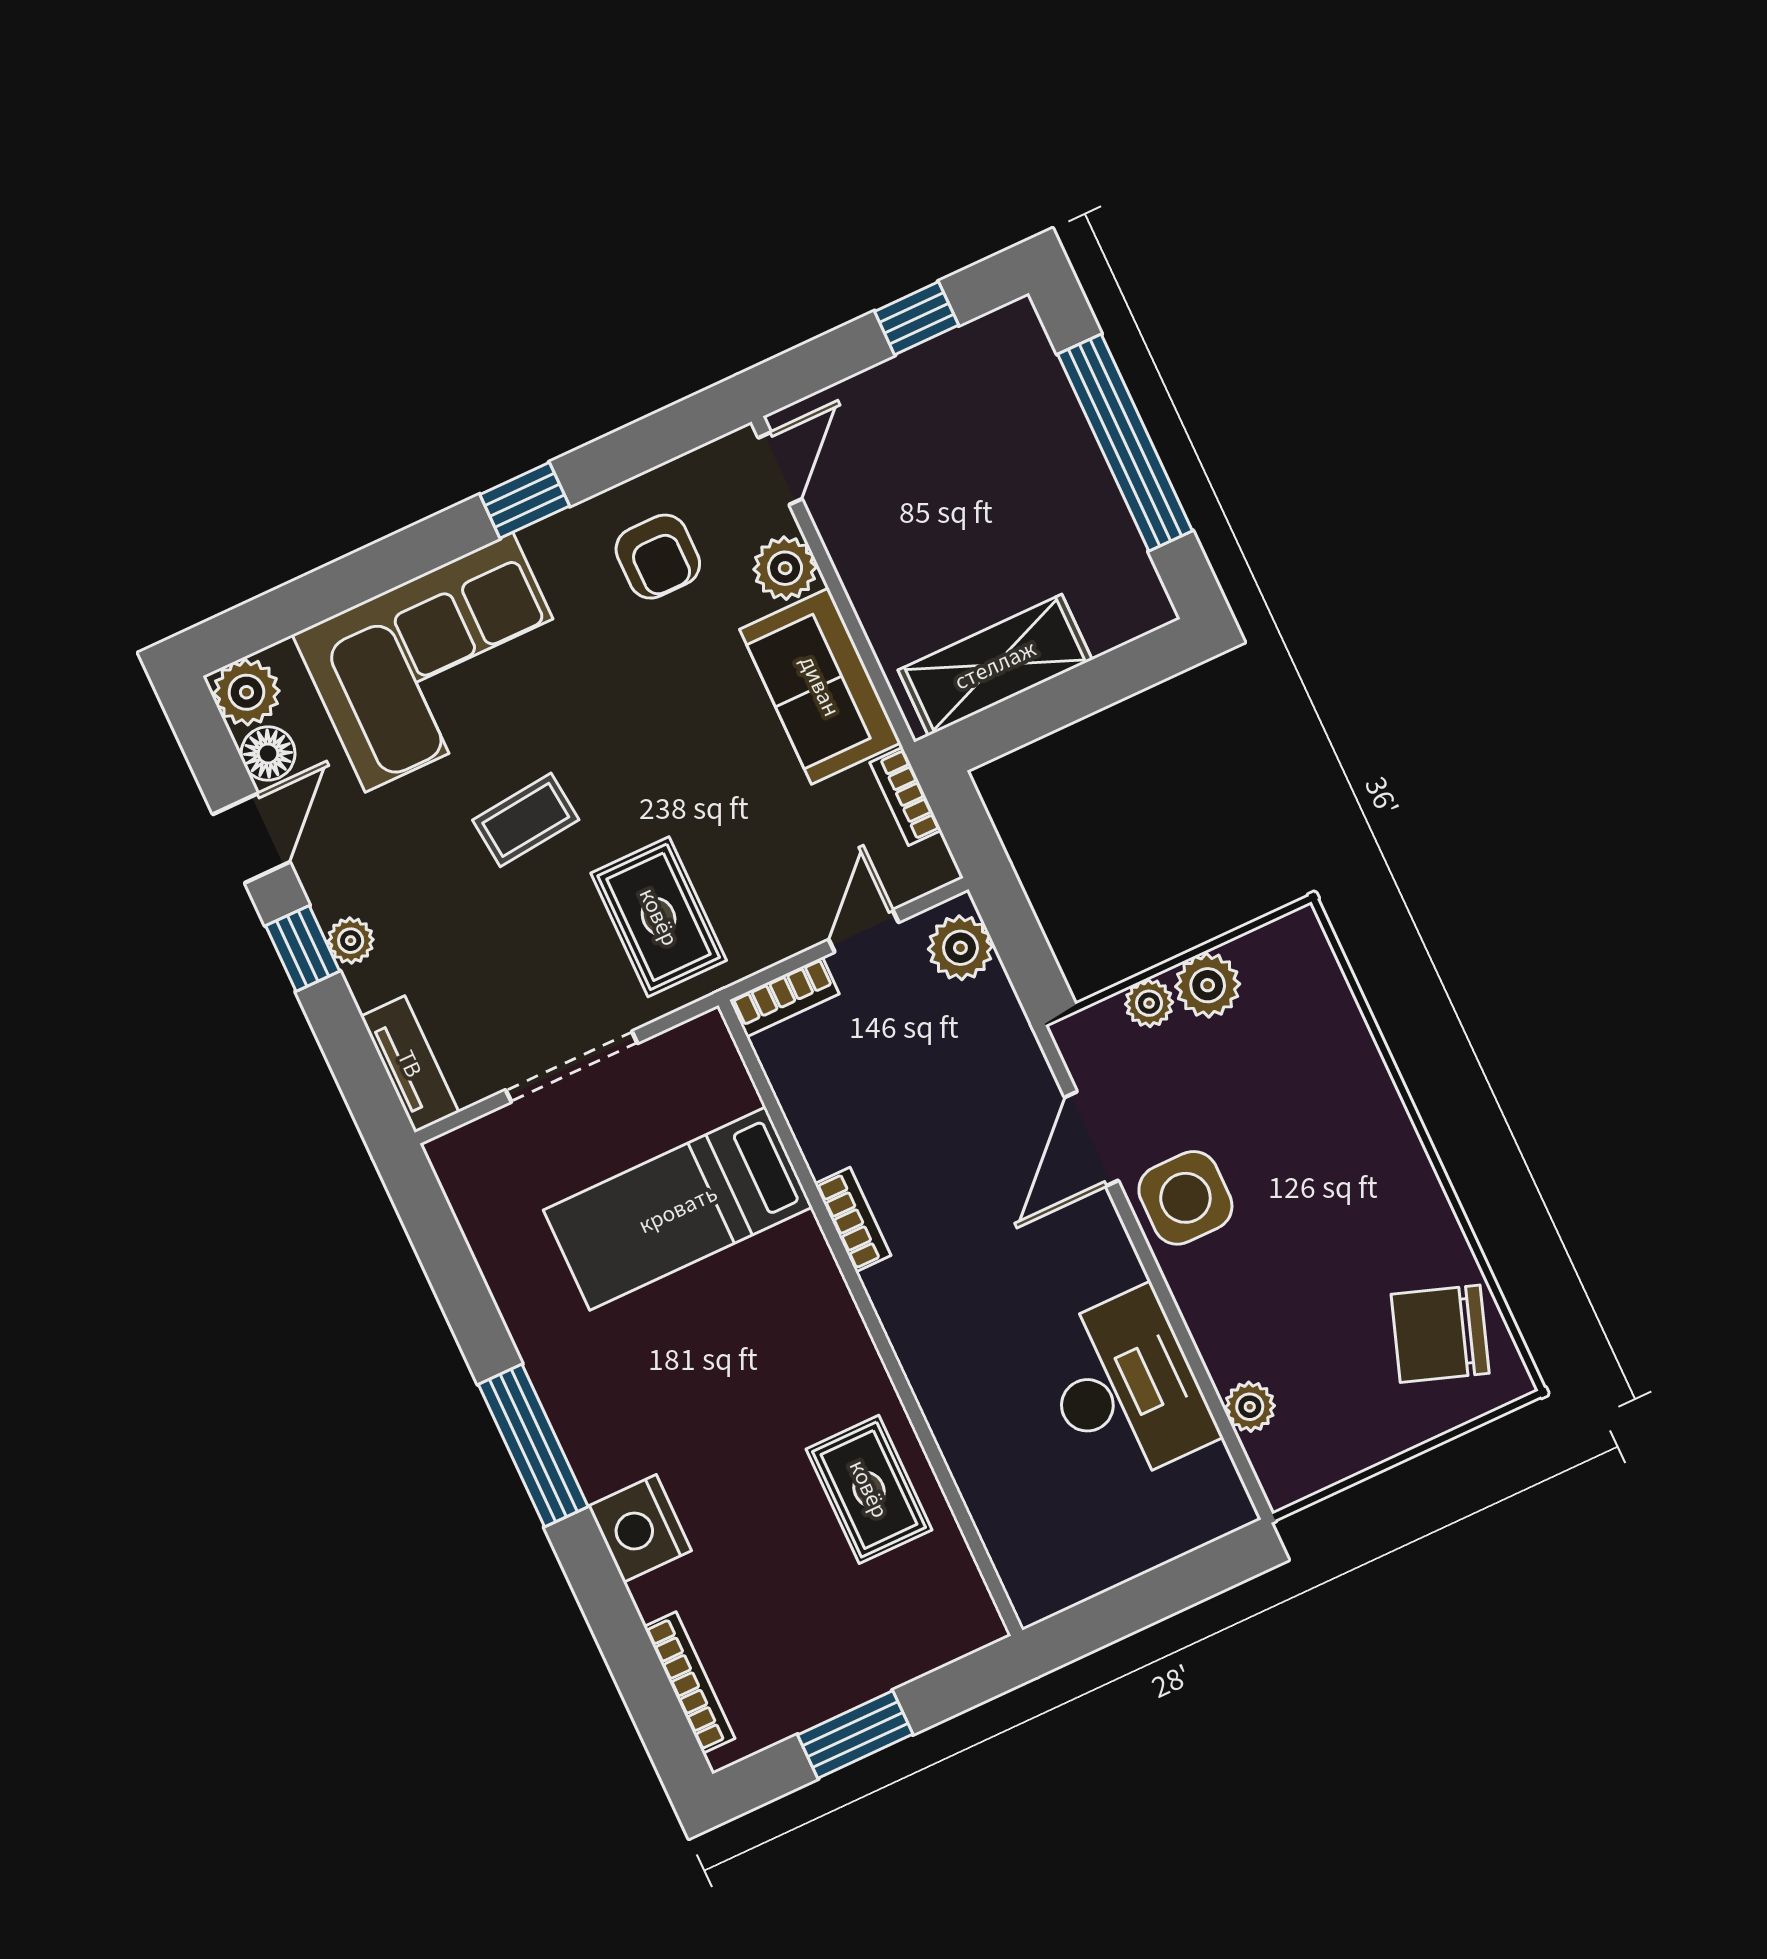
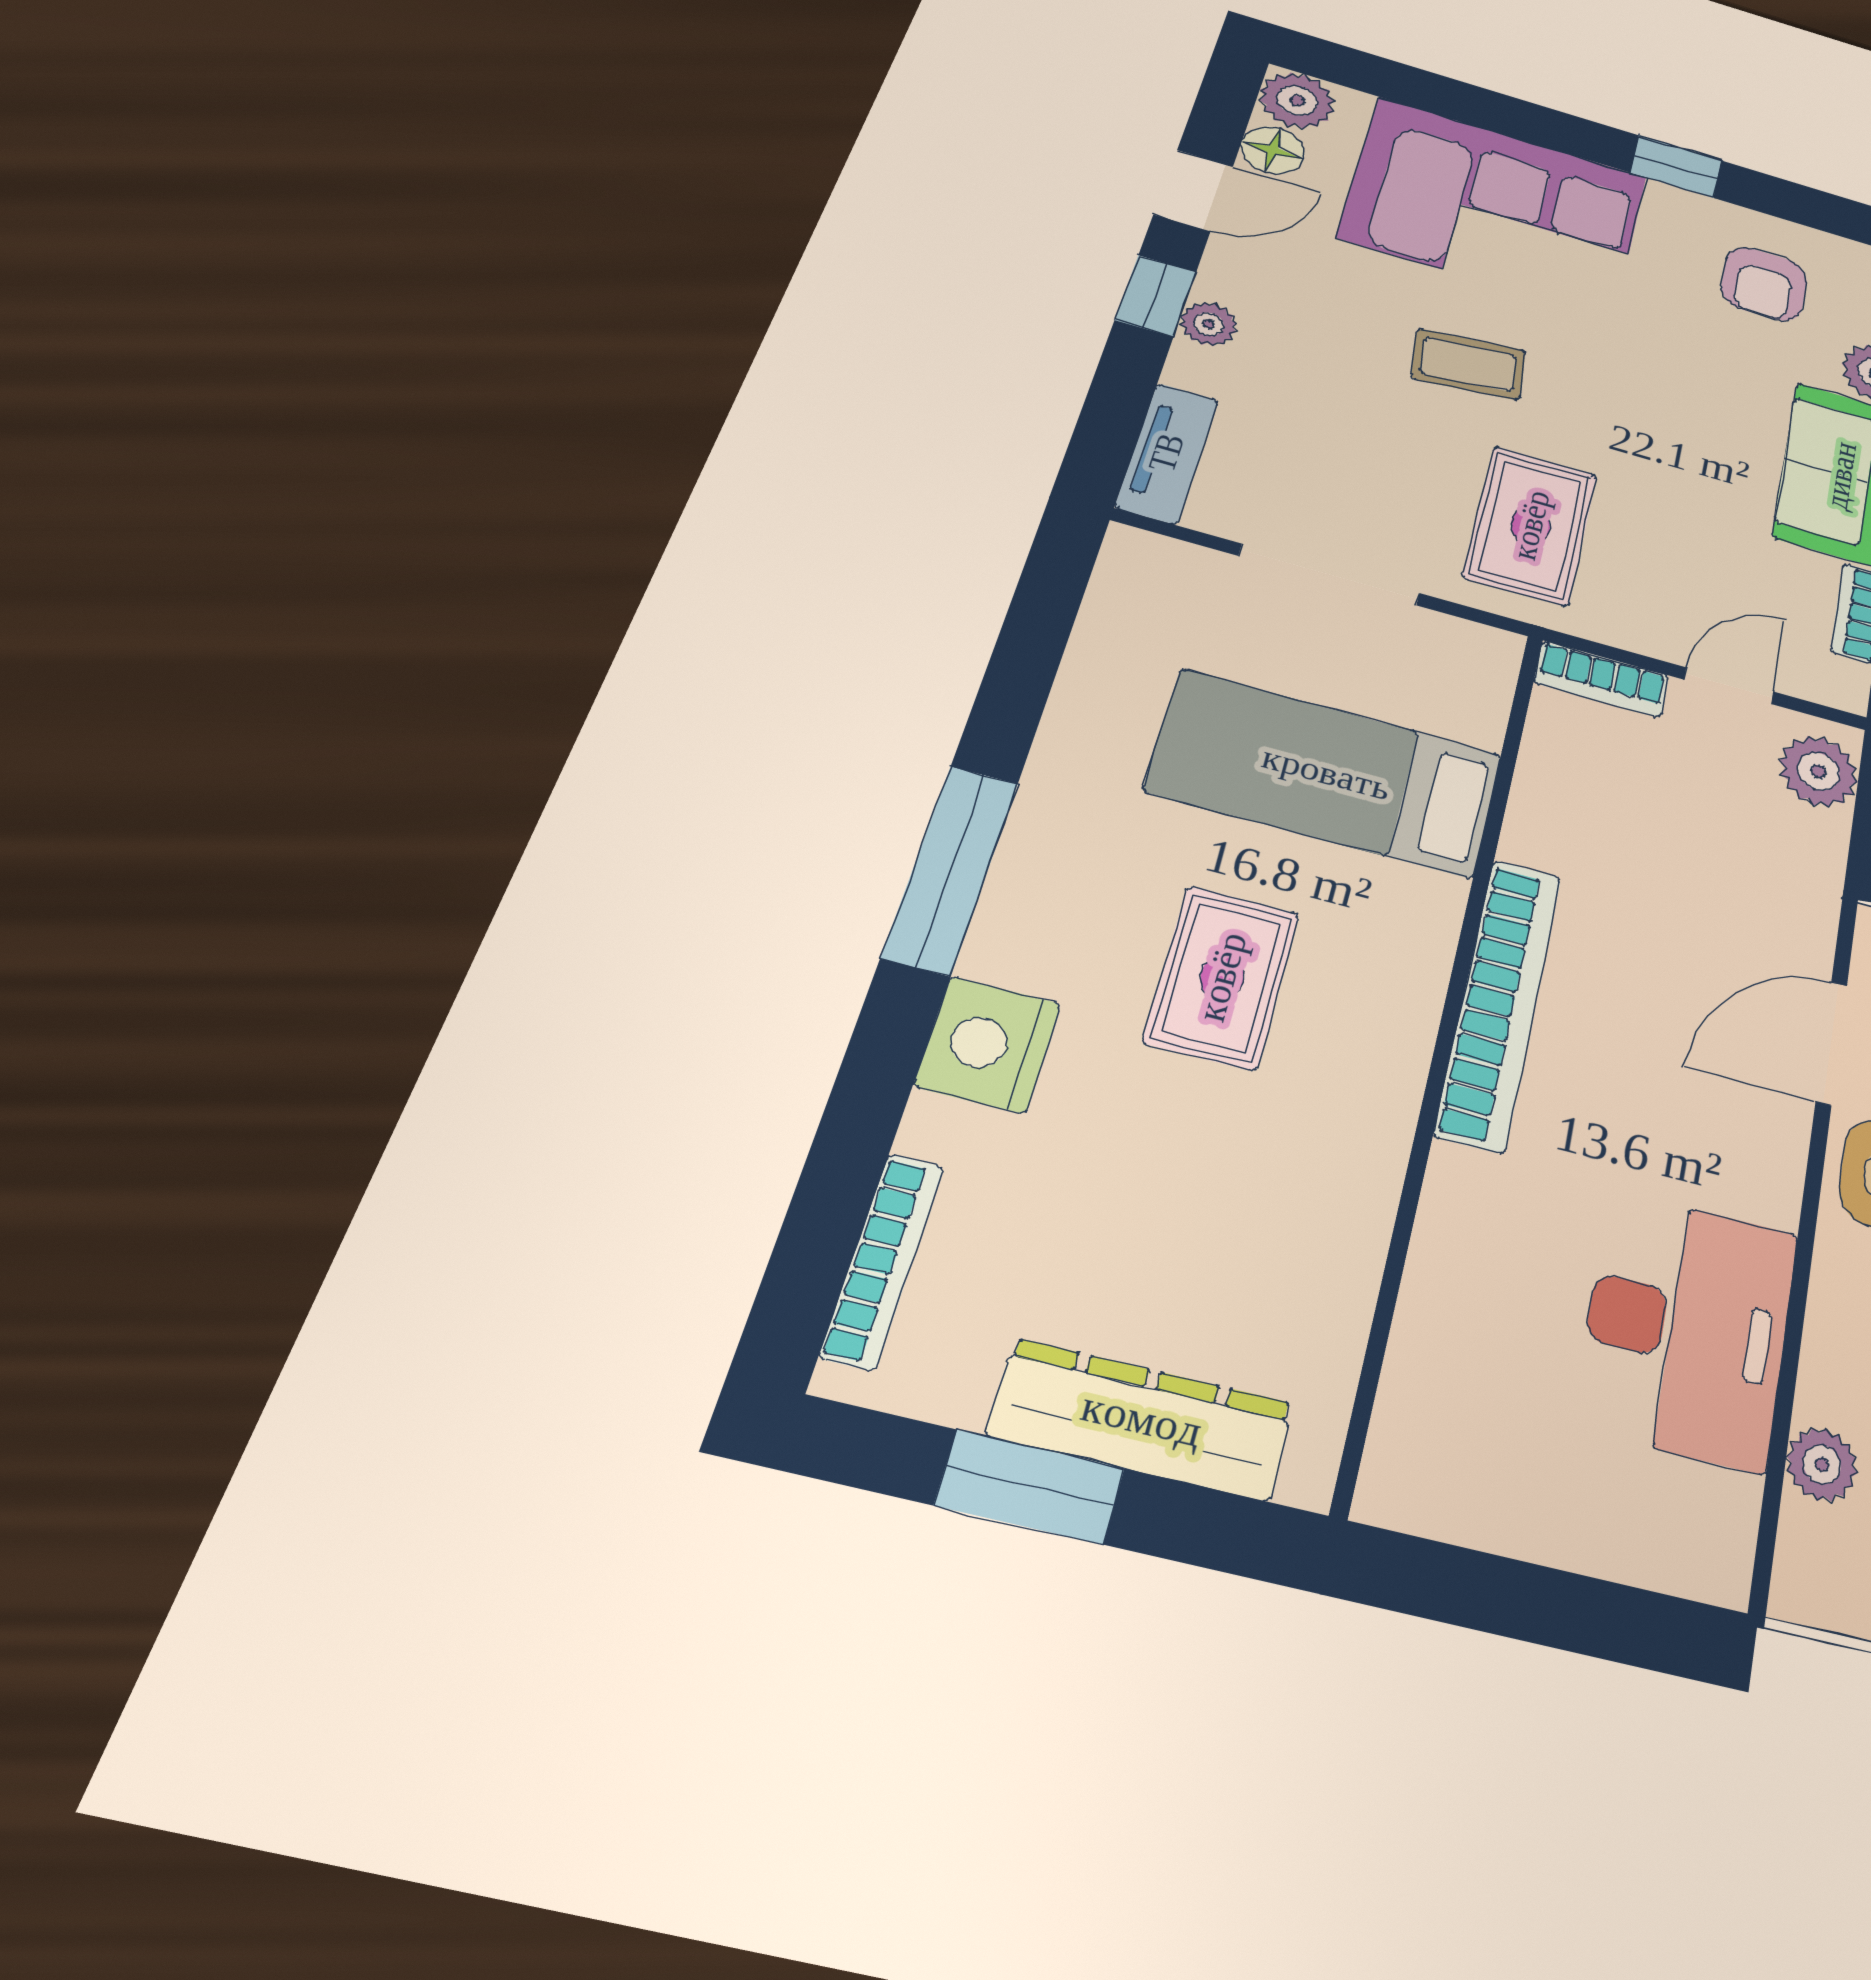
bookcase: (853, 1220) -> (1499, 1003), width x2.31, depth x1.31
rug: (869, 1489) -> (1222, 977), moved
dresser: (881, 1660) -> (1142, 1419), added

